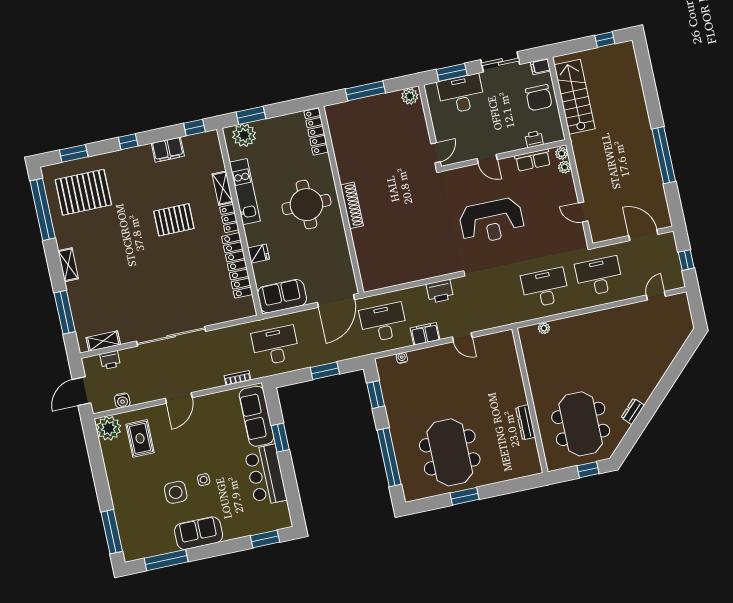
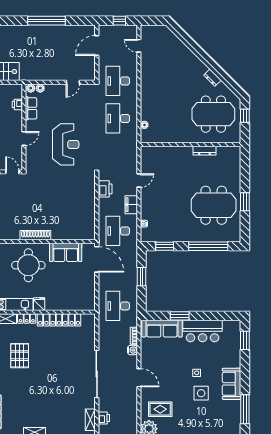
fridge: (258, 254) -> (39, 304), moved
sofa: (282, 296) -> (66, 252), moved, turned -90
water cooler: (122, 401) -> (132, 350), moved

